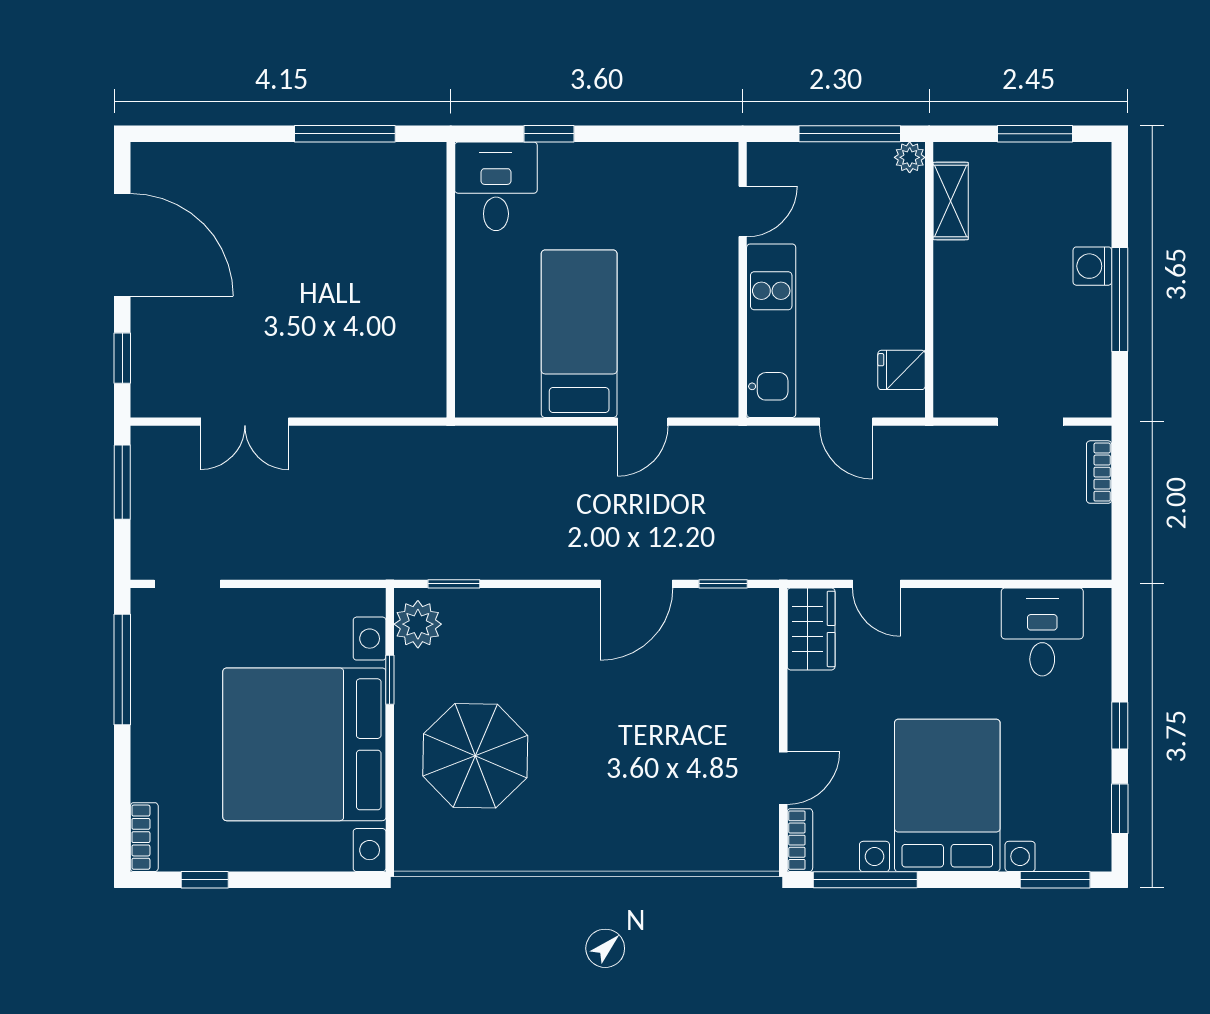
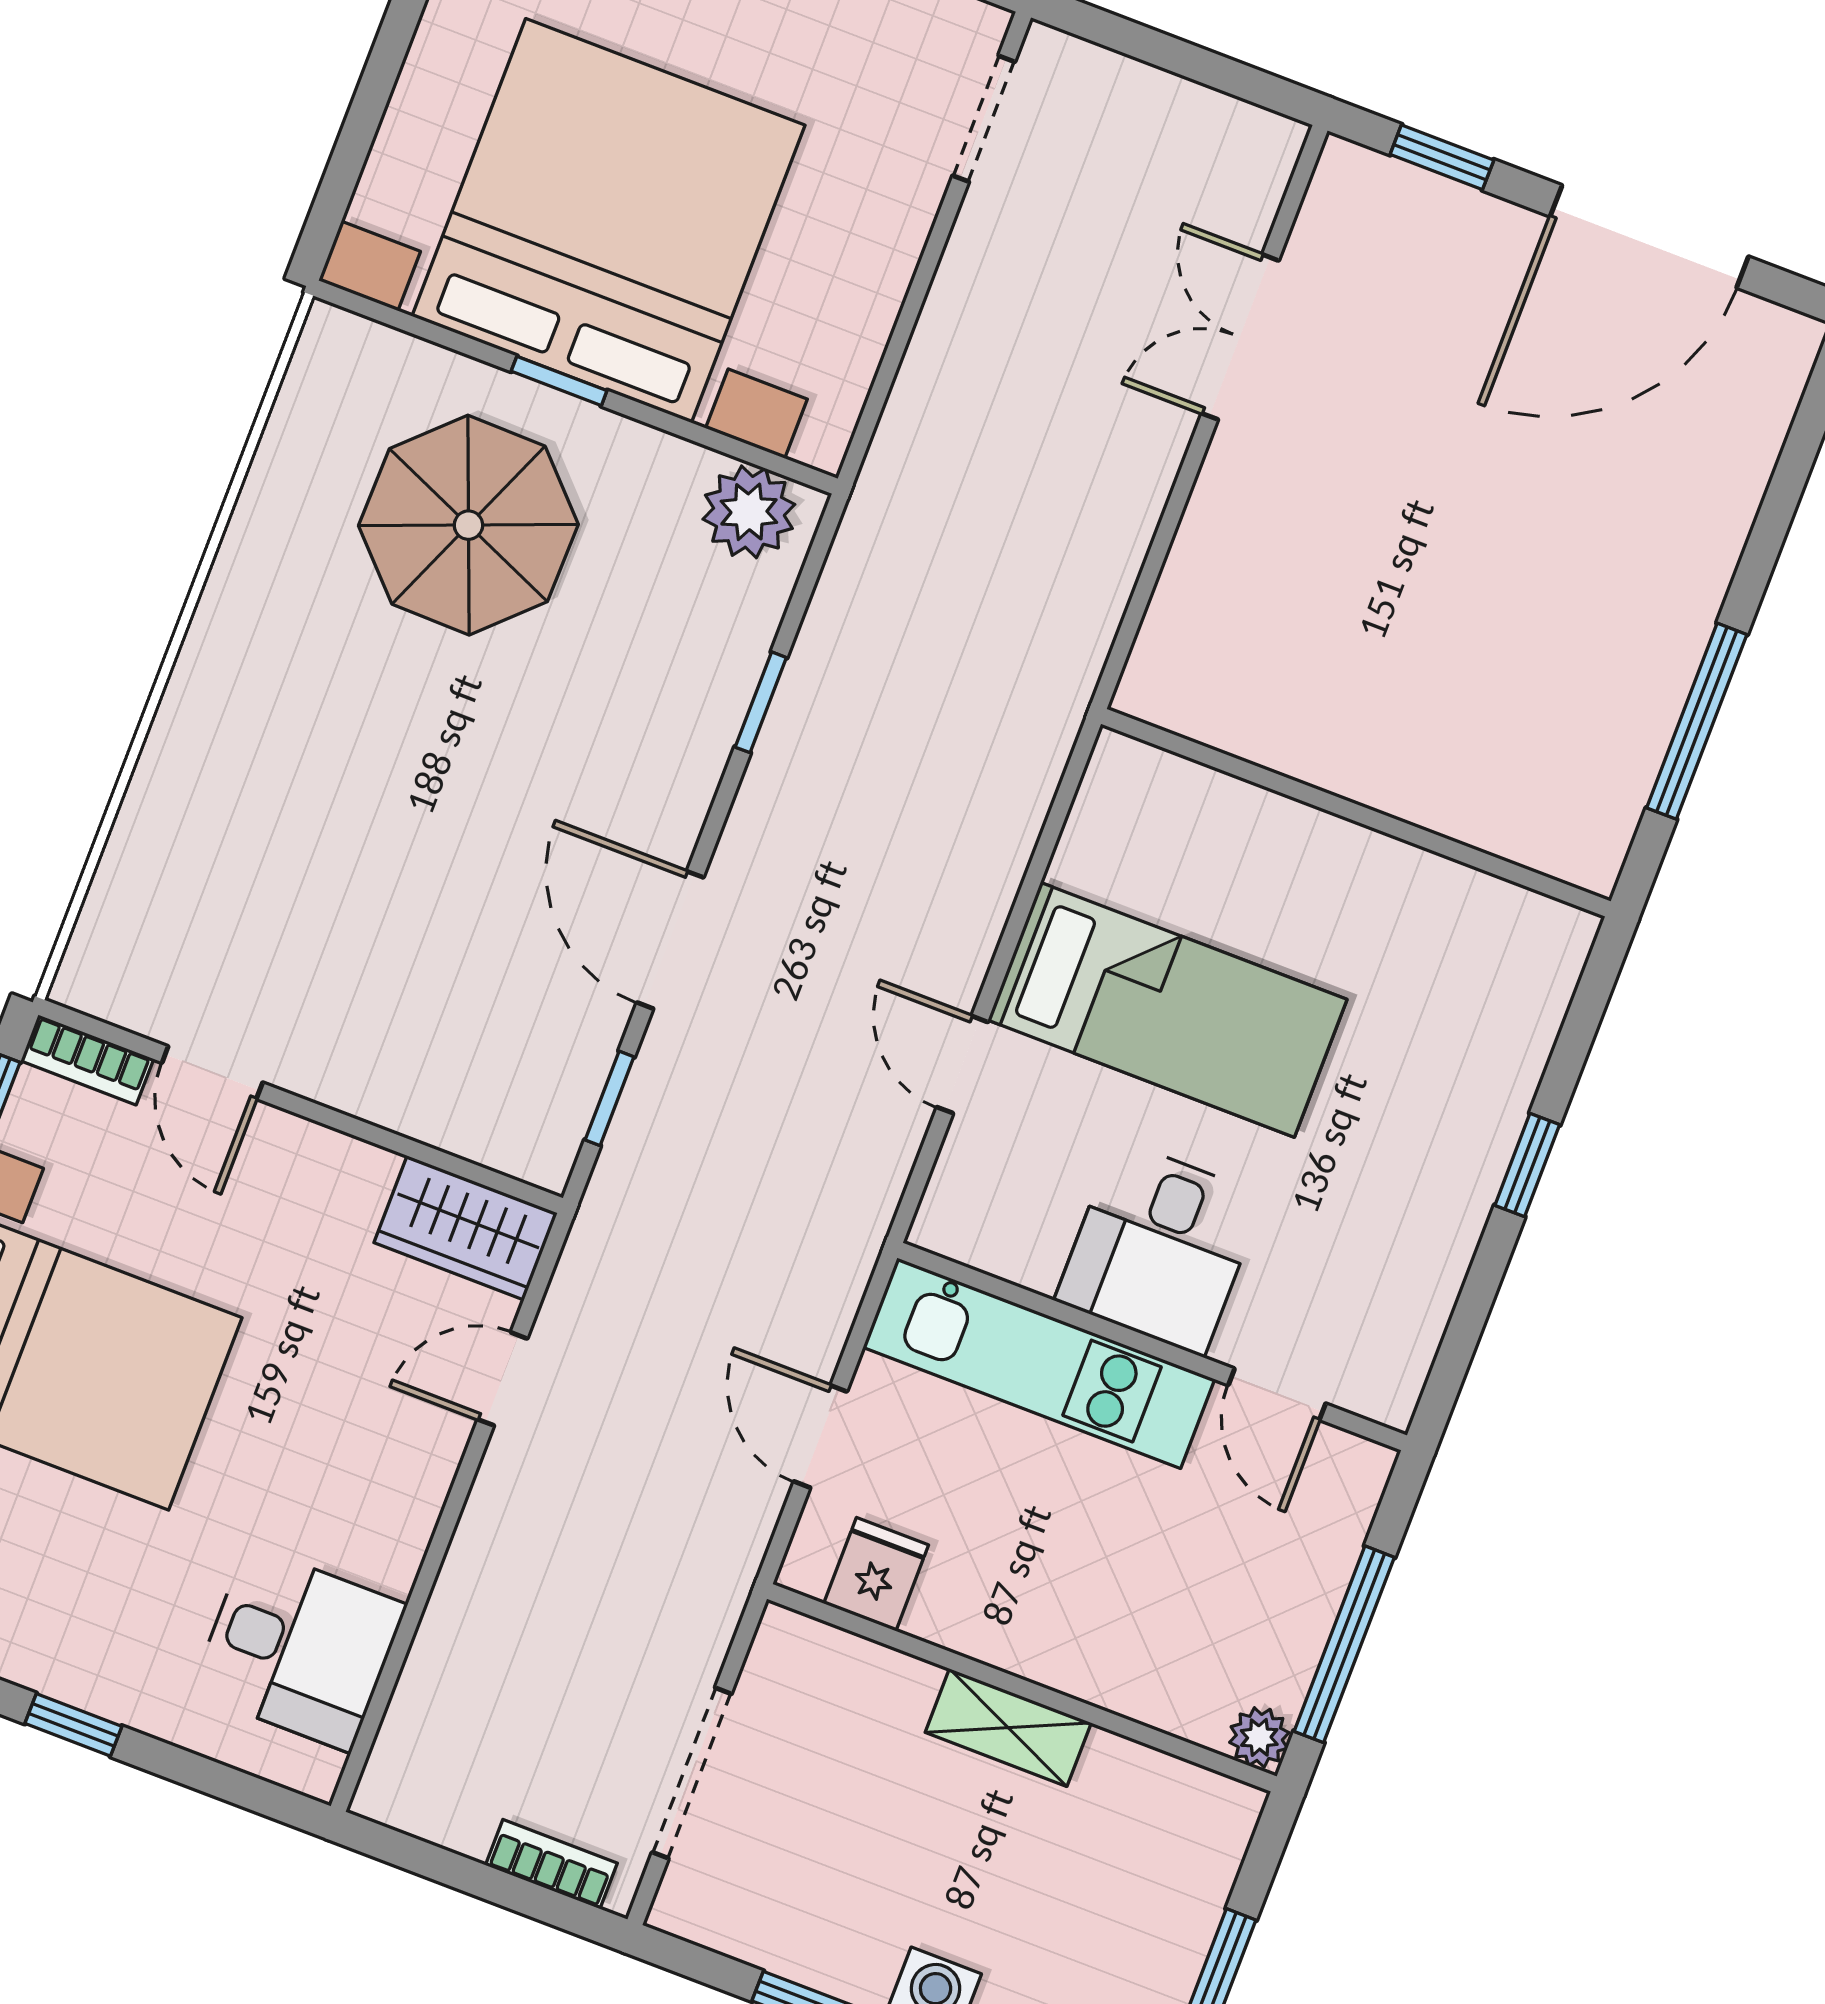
window: (549, 134) -> (1527, 1165), moved
desk: (496, 186) -> (1160, 1248), moved, turned 90
shelving: (951, 201) -> (1008, 1728), moved
door: (846, 422) -> (820, 1436), hinge flipped
doorway: (1030, 422) -> (692, 1773), width x1.38
window: (122, 482) -> (1215, 71), removed
window: (454, 584) -> (761, 702), moved
window: (390, 680) -> (559, 381), moved

